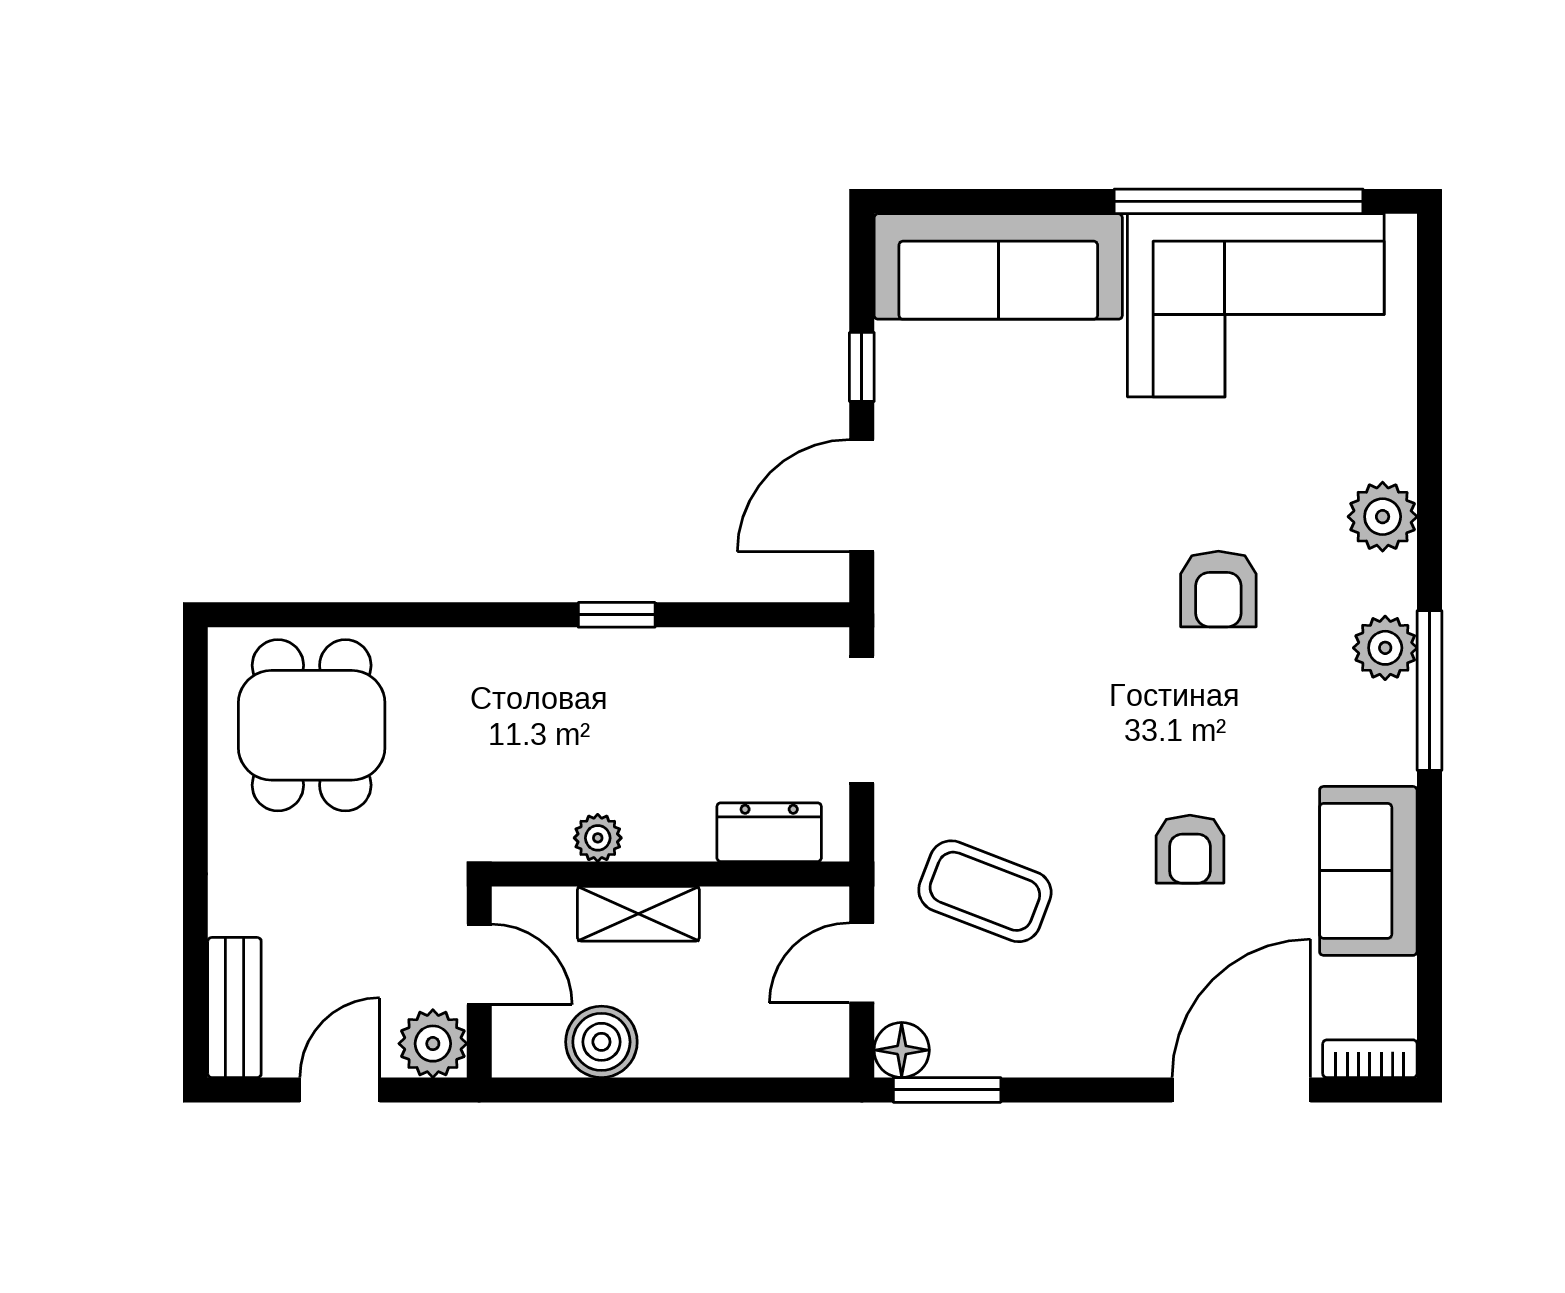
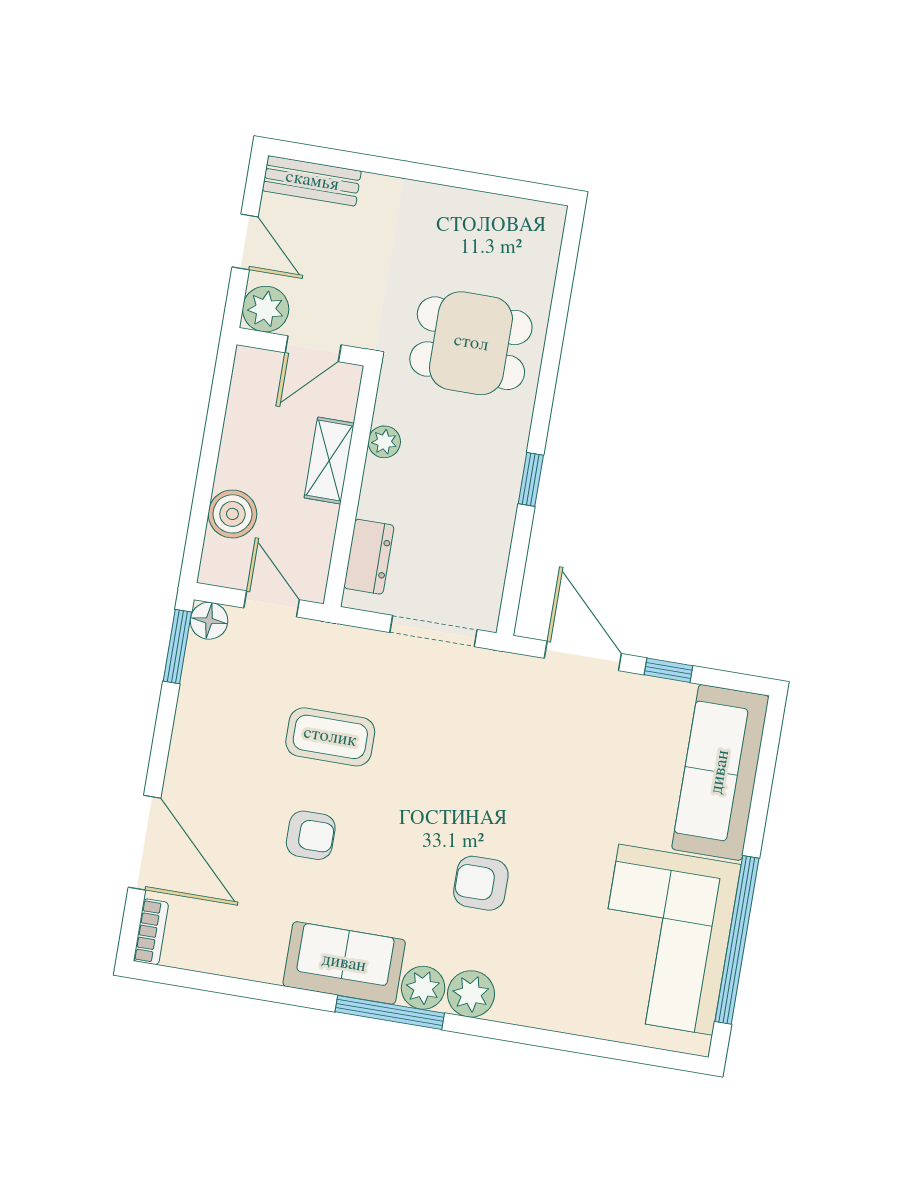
plant: (1383, 517) -> (471, 994), moved
dining table: (312, 725) -> (471, 343), moved
armchair: (1190, 849) -> (311, 835), turned 180
sofa: (1368, 871) -> (344, 963), moved
coffee table: (985, 891) -> (330, 737), moved, turned 69
boiler: (601, 1042) -> (232, 514), moved

